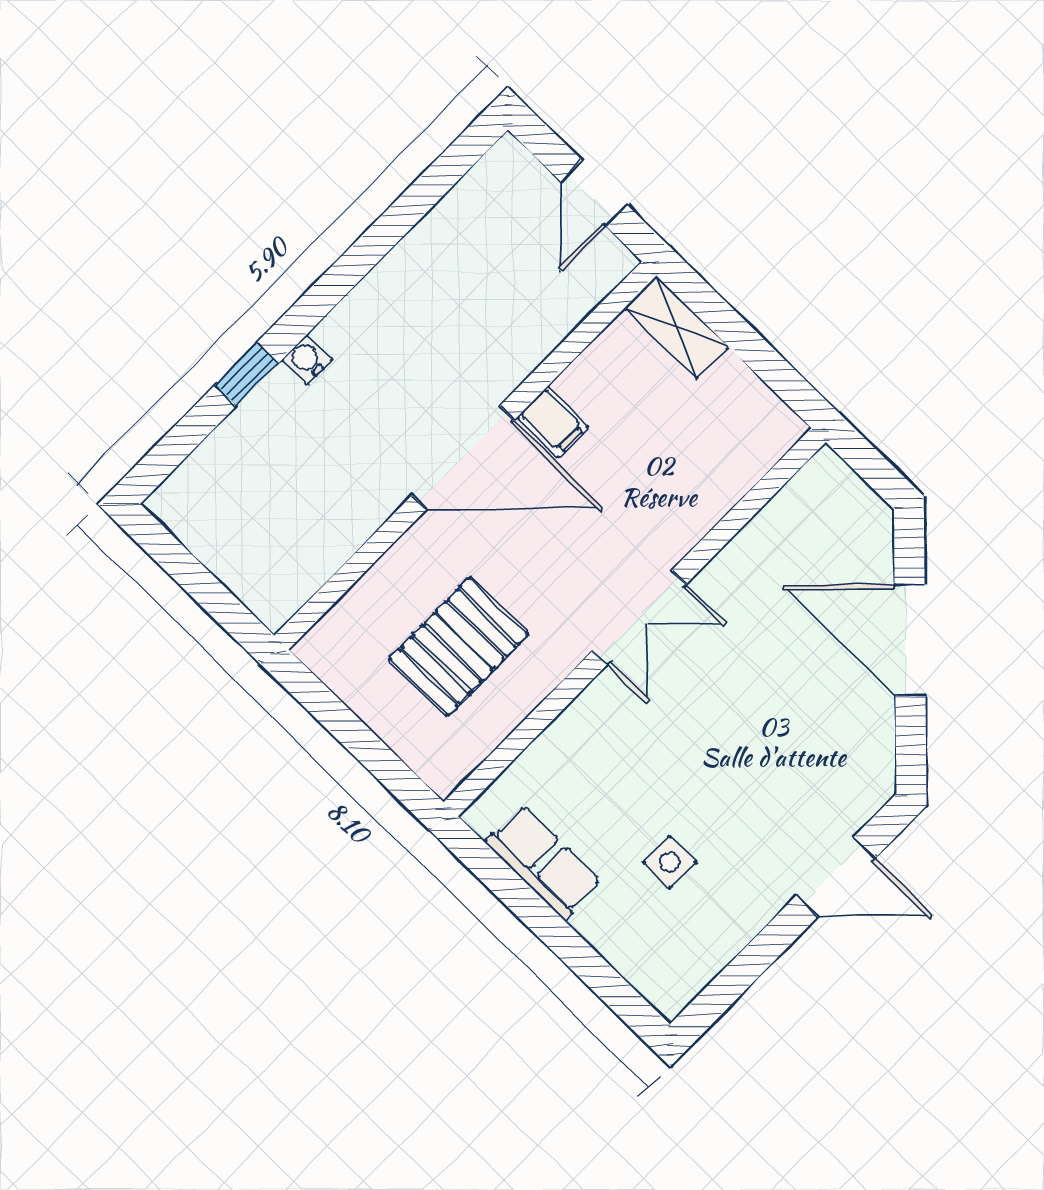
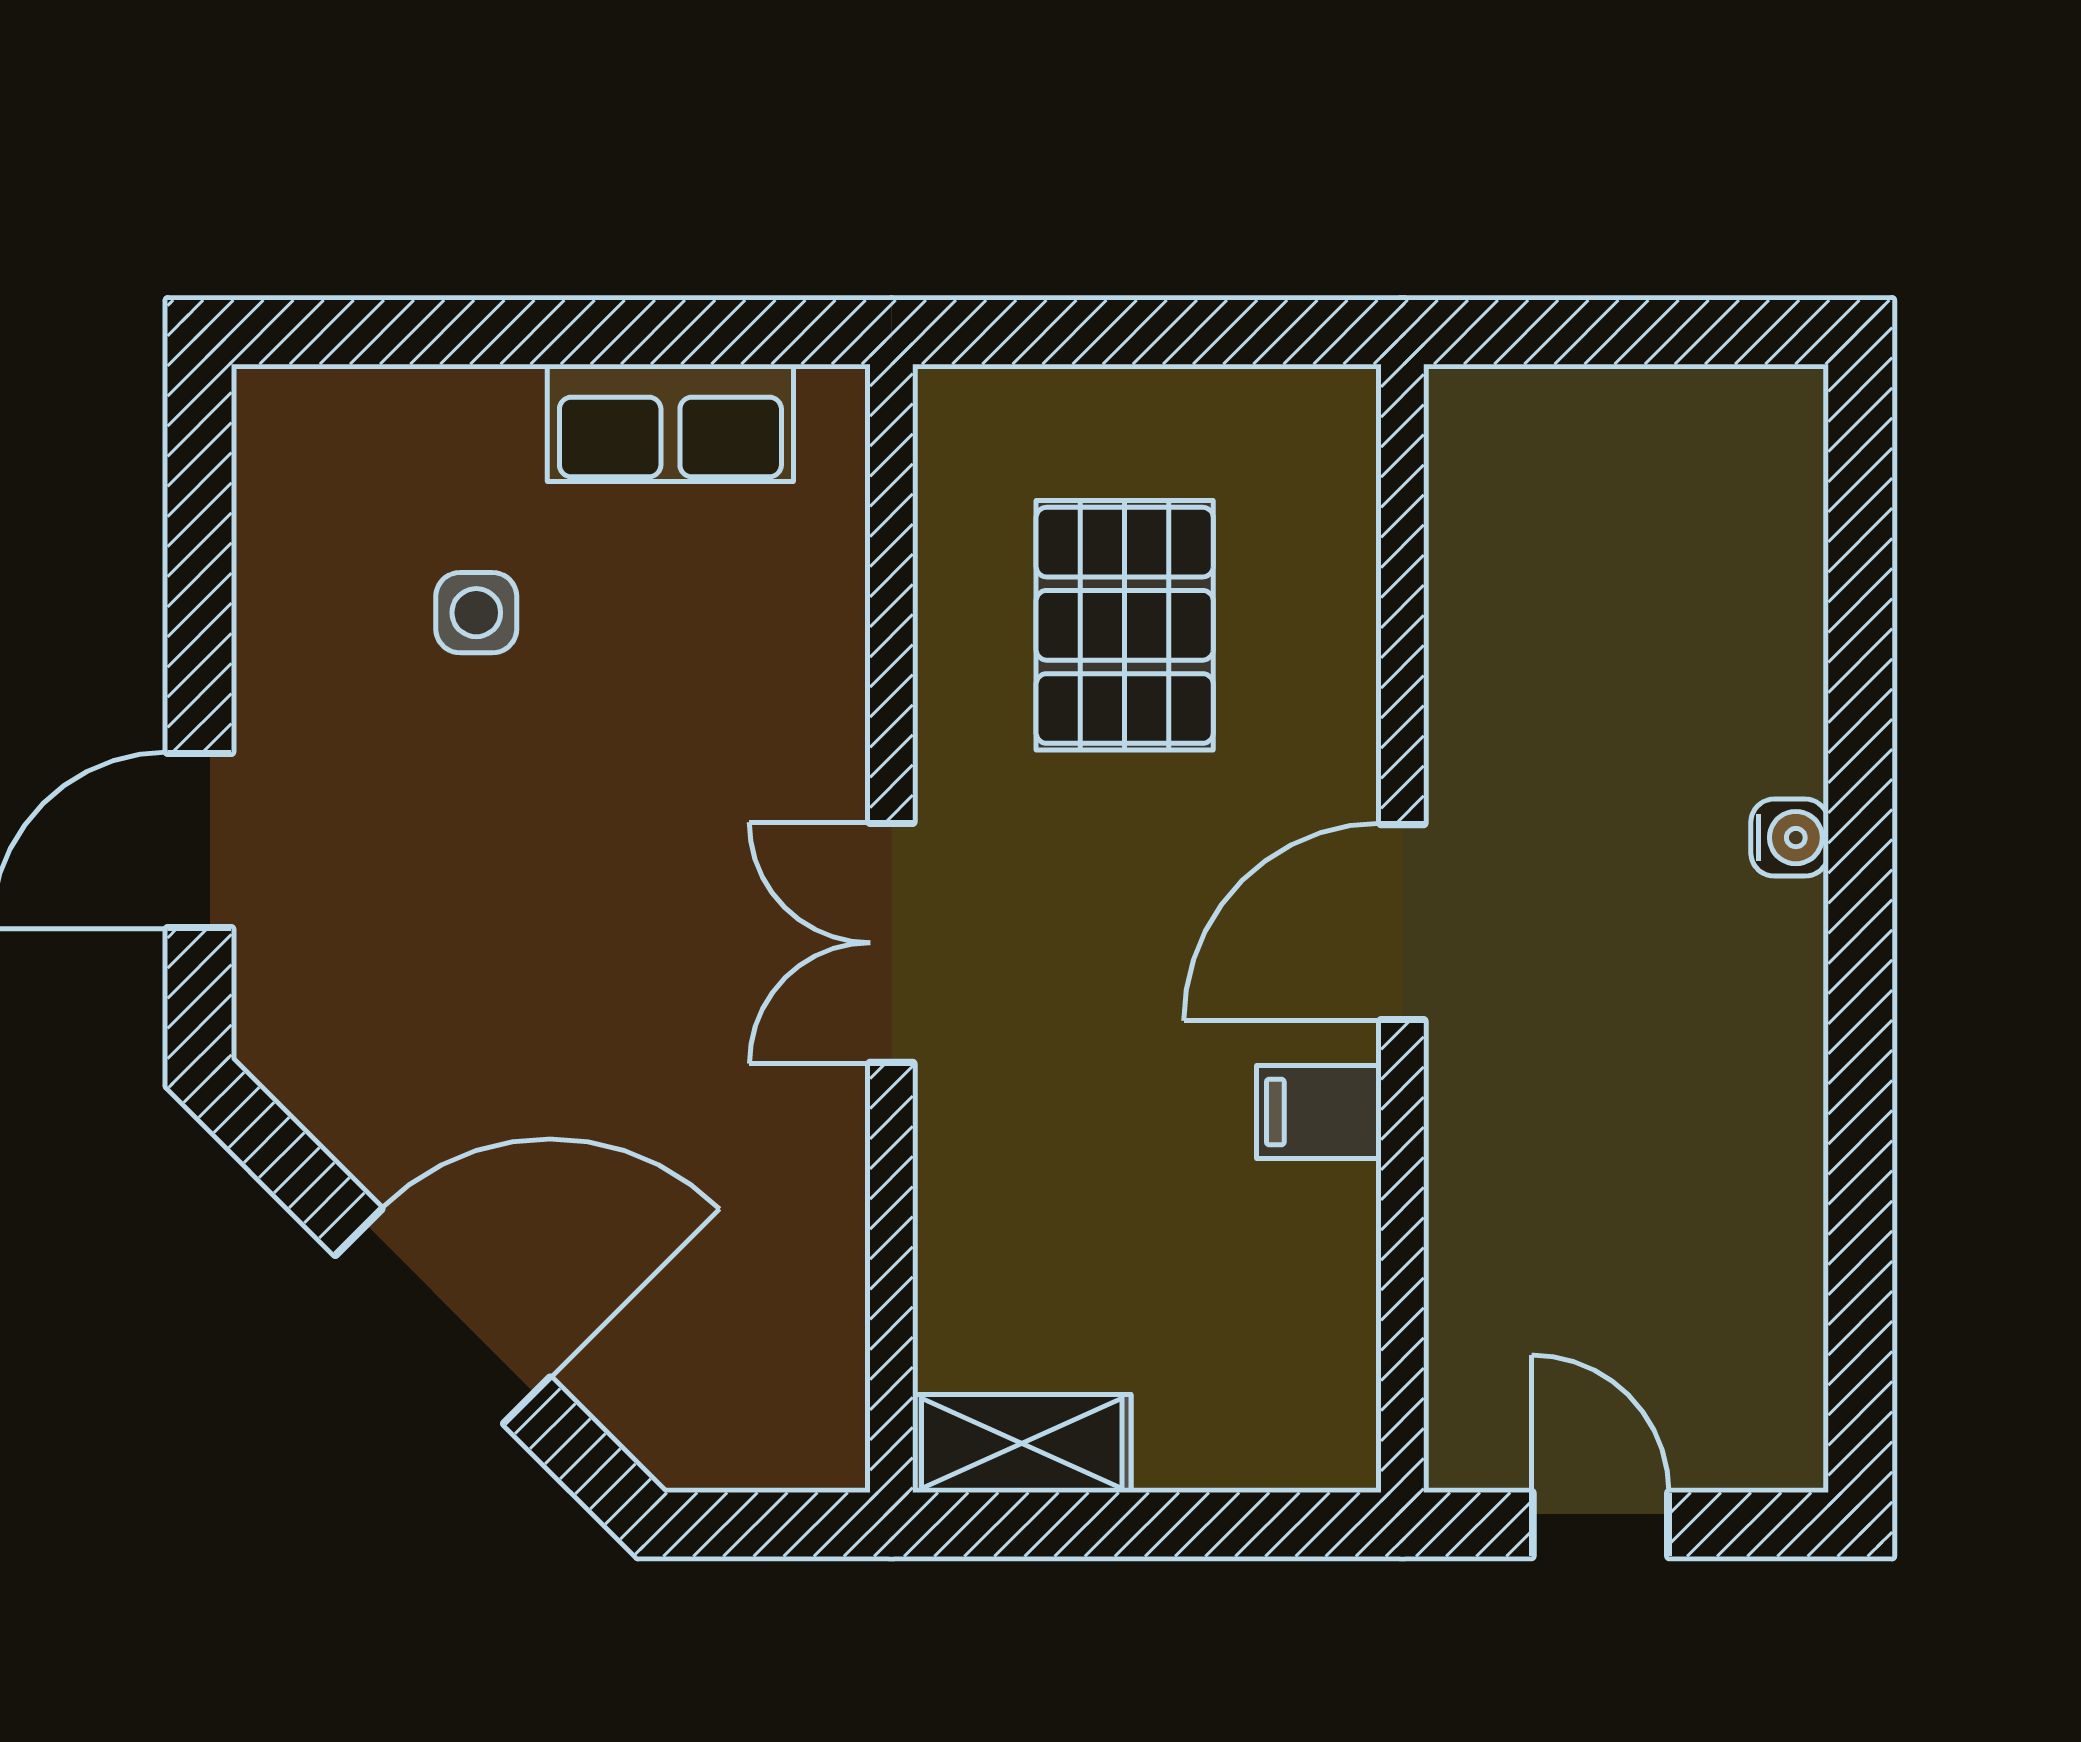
shelving: (676, 327) -> (1022, 1443), moved
window: (247, 374) -> (1860, 723), removed
door: (463, 458) -> (1402, 922), width x0.73

